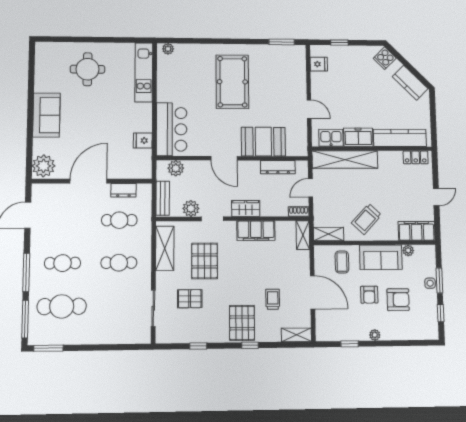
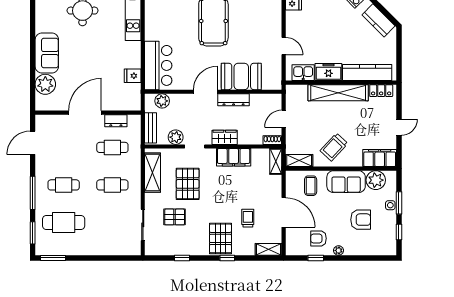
door: (224, 158) -> (205, 92), swing flipped
shelving: (345, 160) -> (338, 93), moved
plant: (44, 166) -> (45, 84), moved
dresser: (278, 167) -> (234, 100), moved
plant: (408, 250) -> (376, 180), width x1.88, depth x1.88
armchair: (369, 295) -> (318, 238), moved, turned 90
window: (25, 319) -> (33, 233), width x0.69

